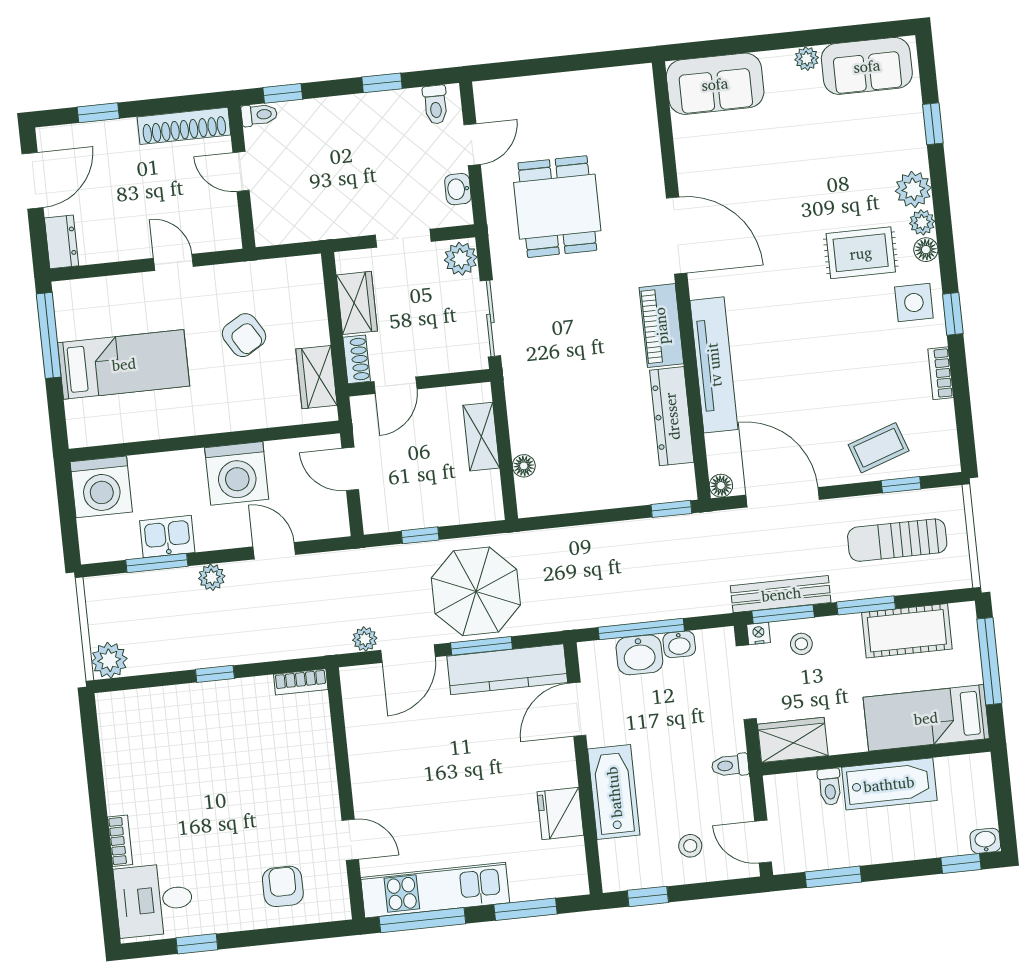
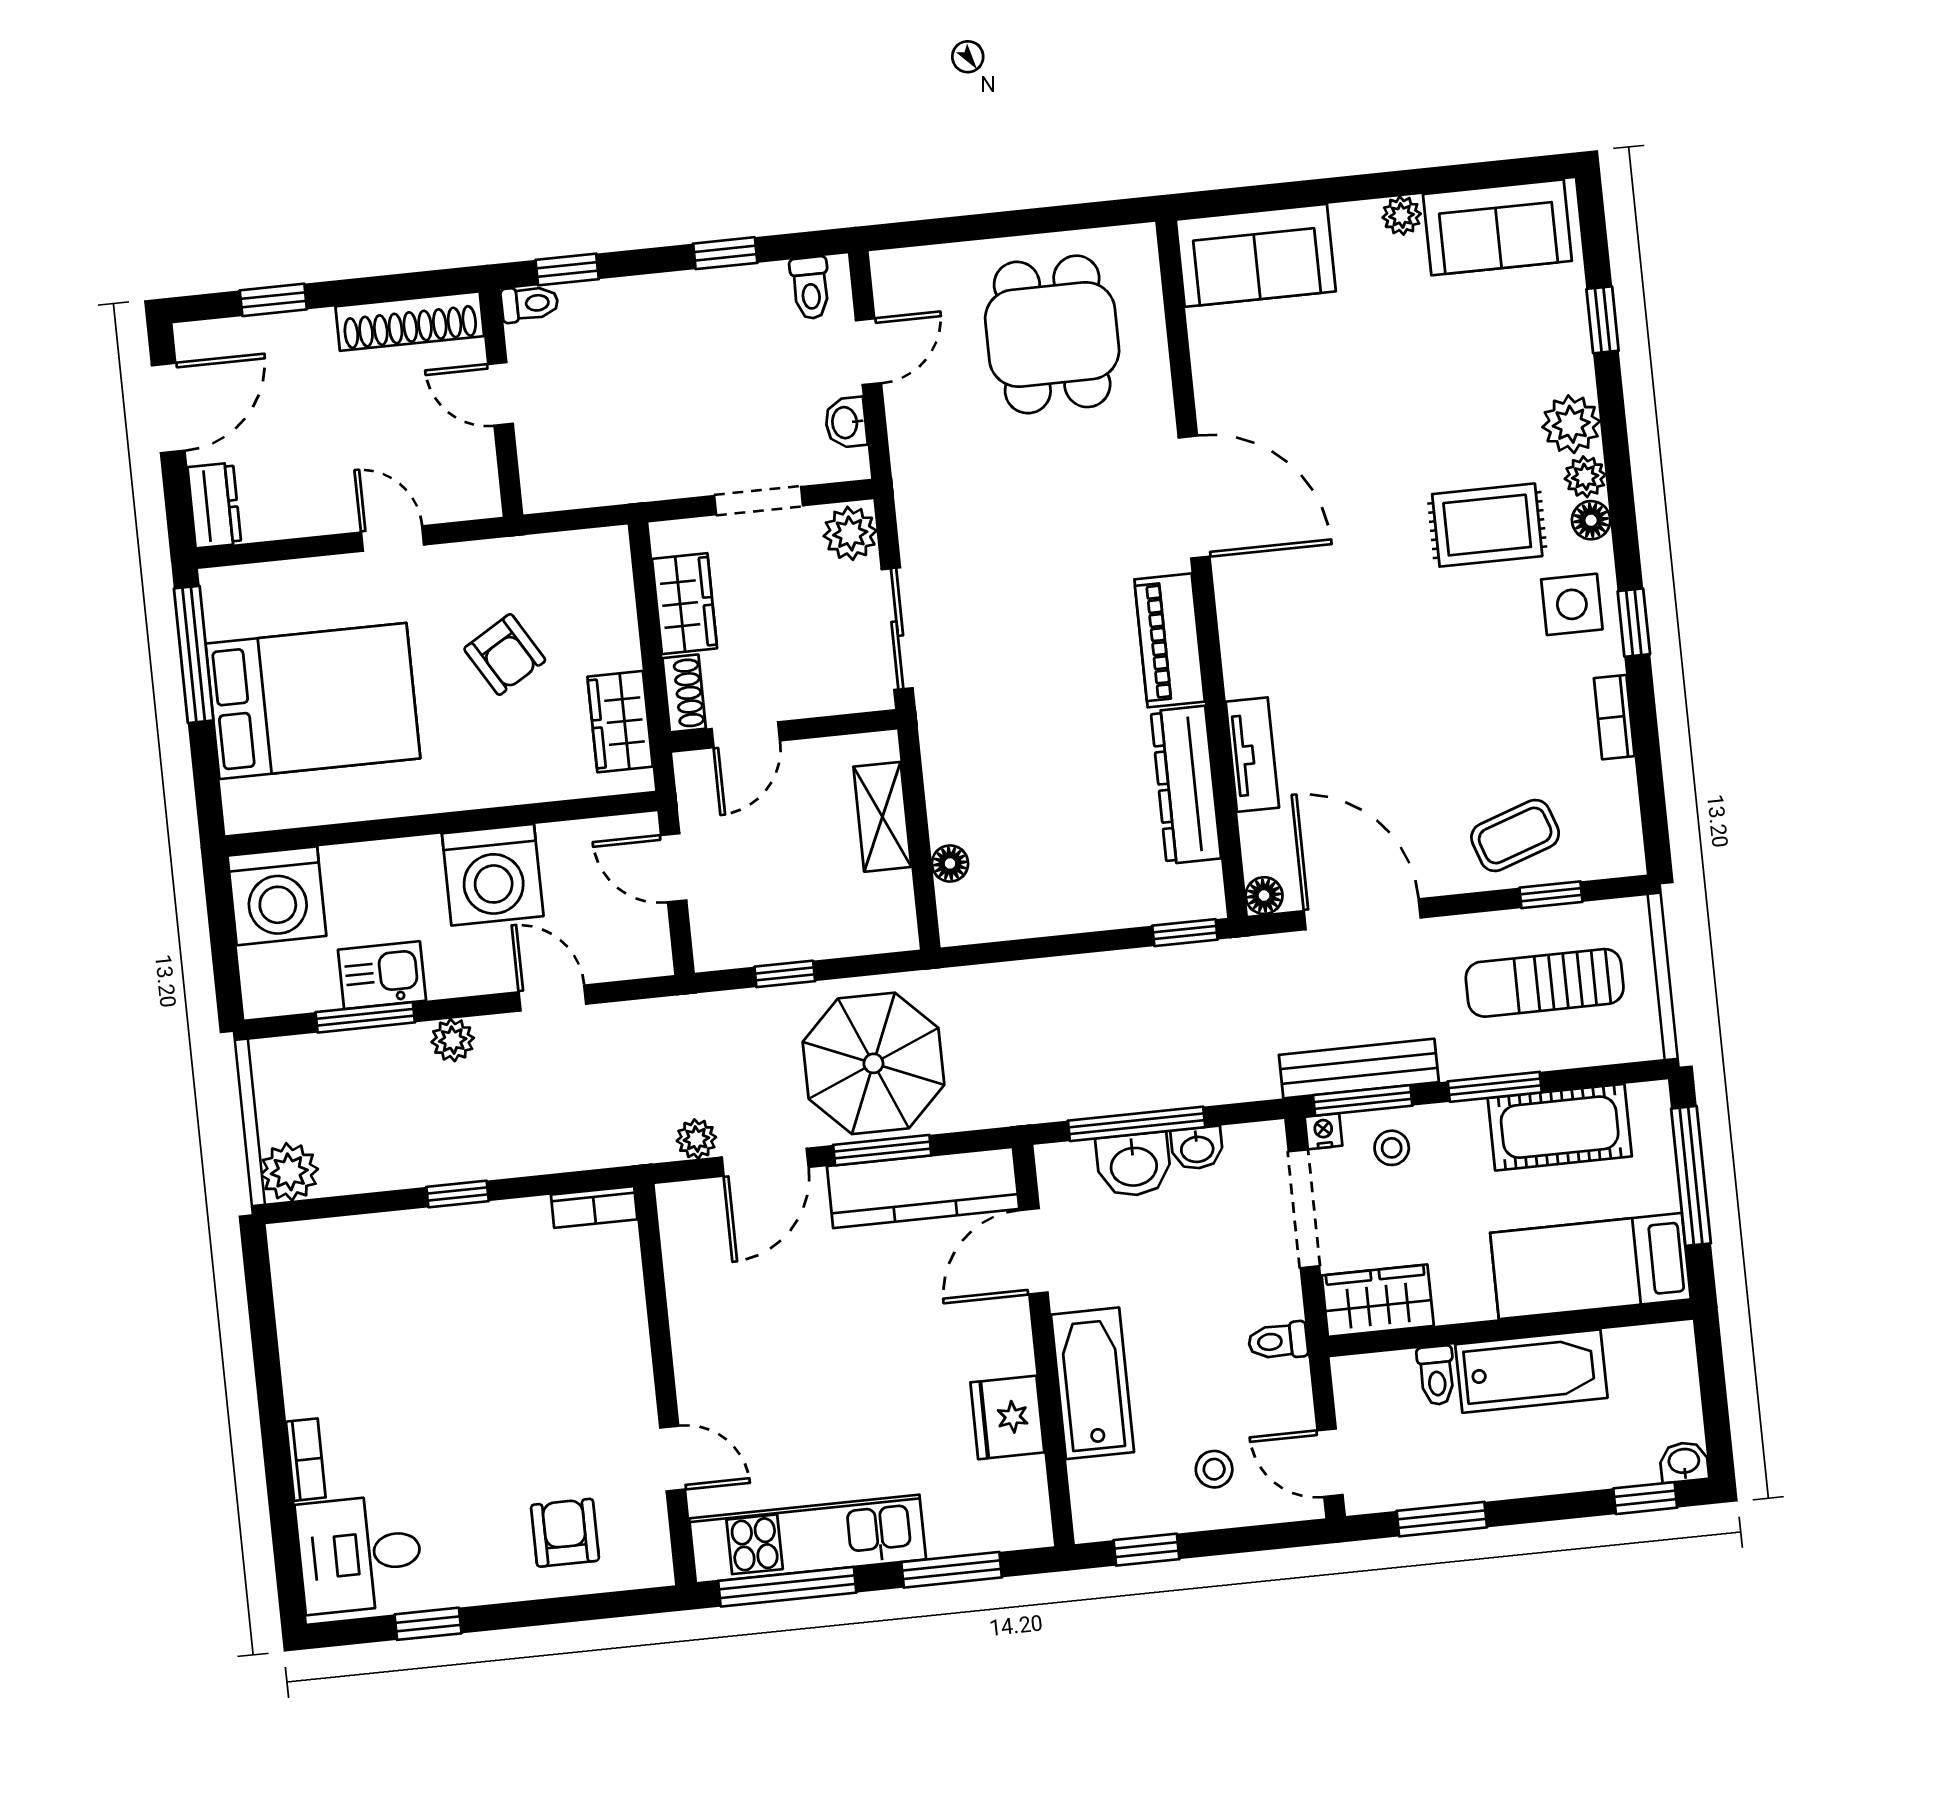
dining table: (557, 207) -> (1052, 334), moved
bed: (124, 364) -> (313, 701), width x1.50
tv unit: (714, 365) -> (1252, 755), width x0.52, depth x0.78

